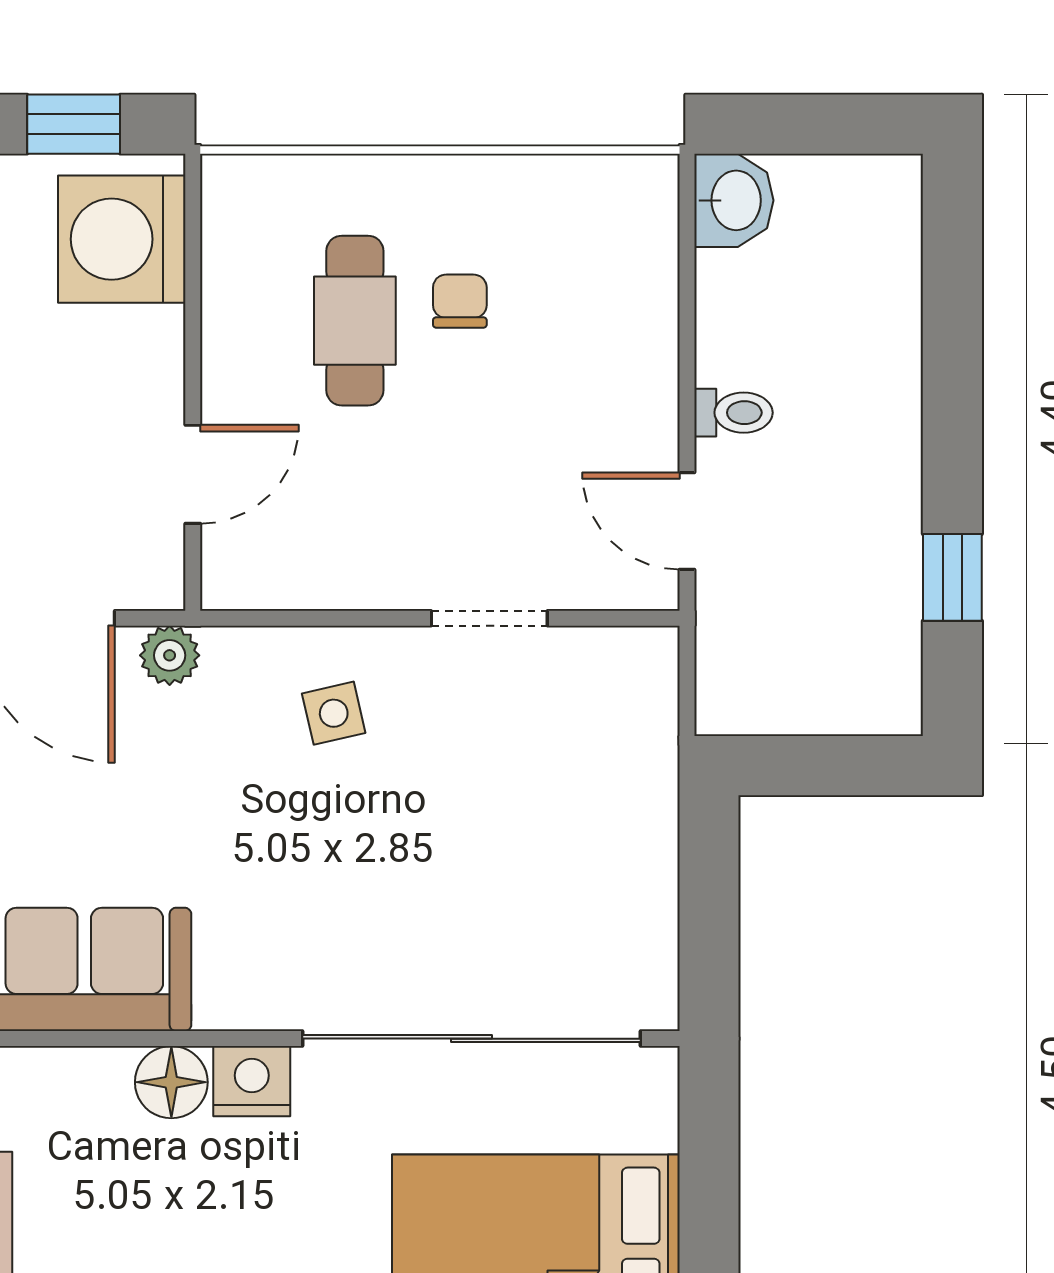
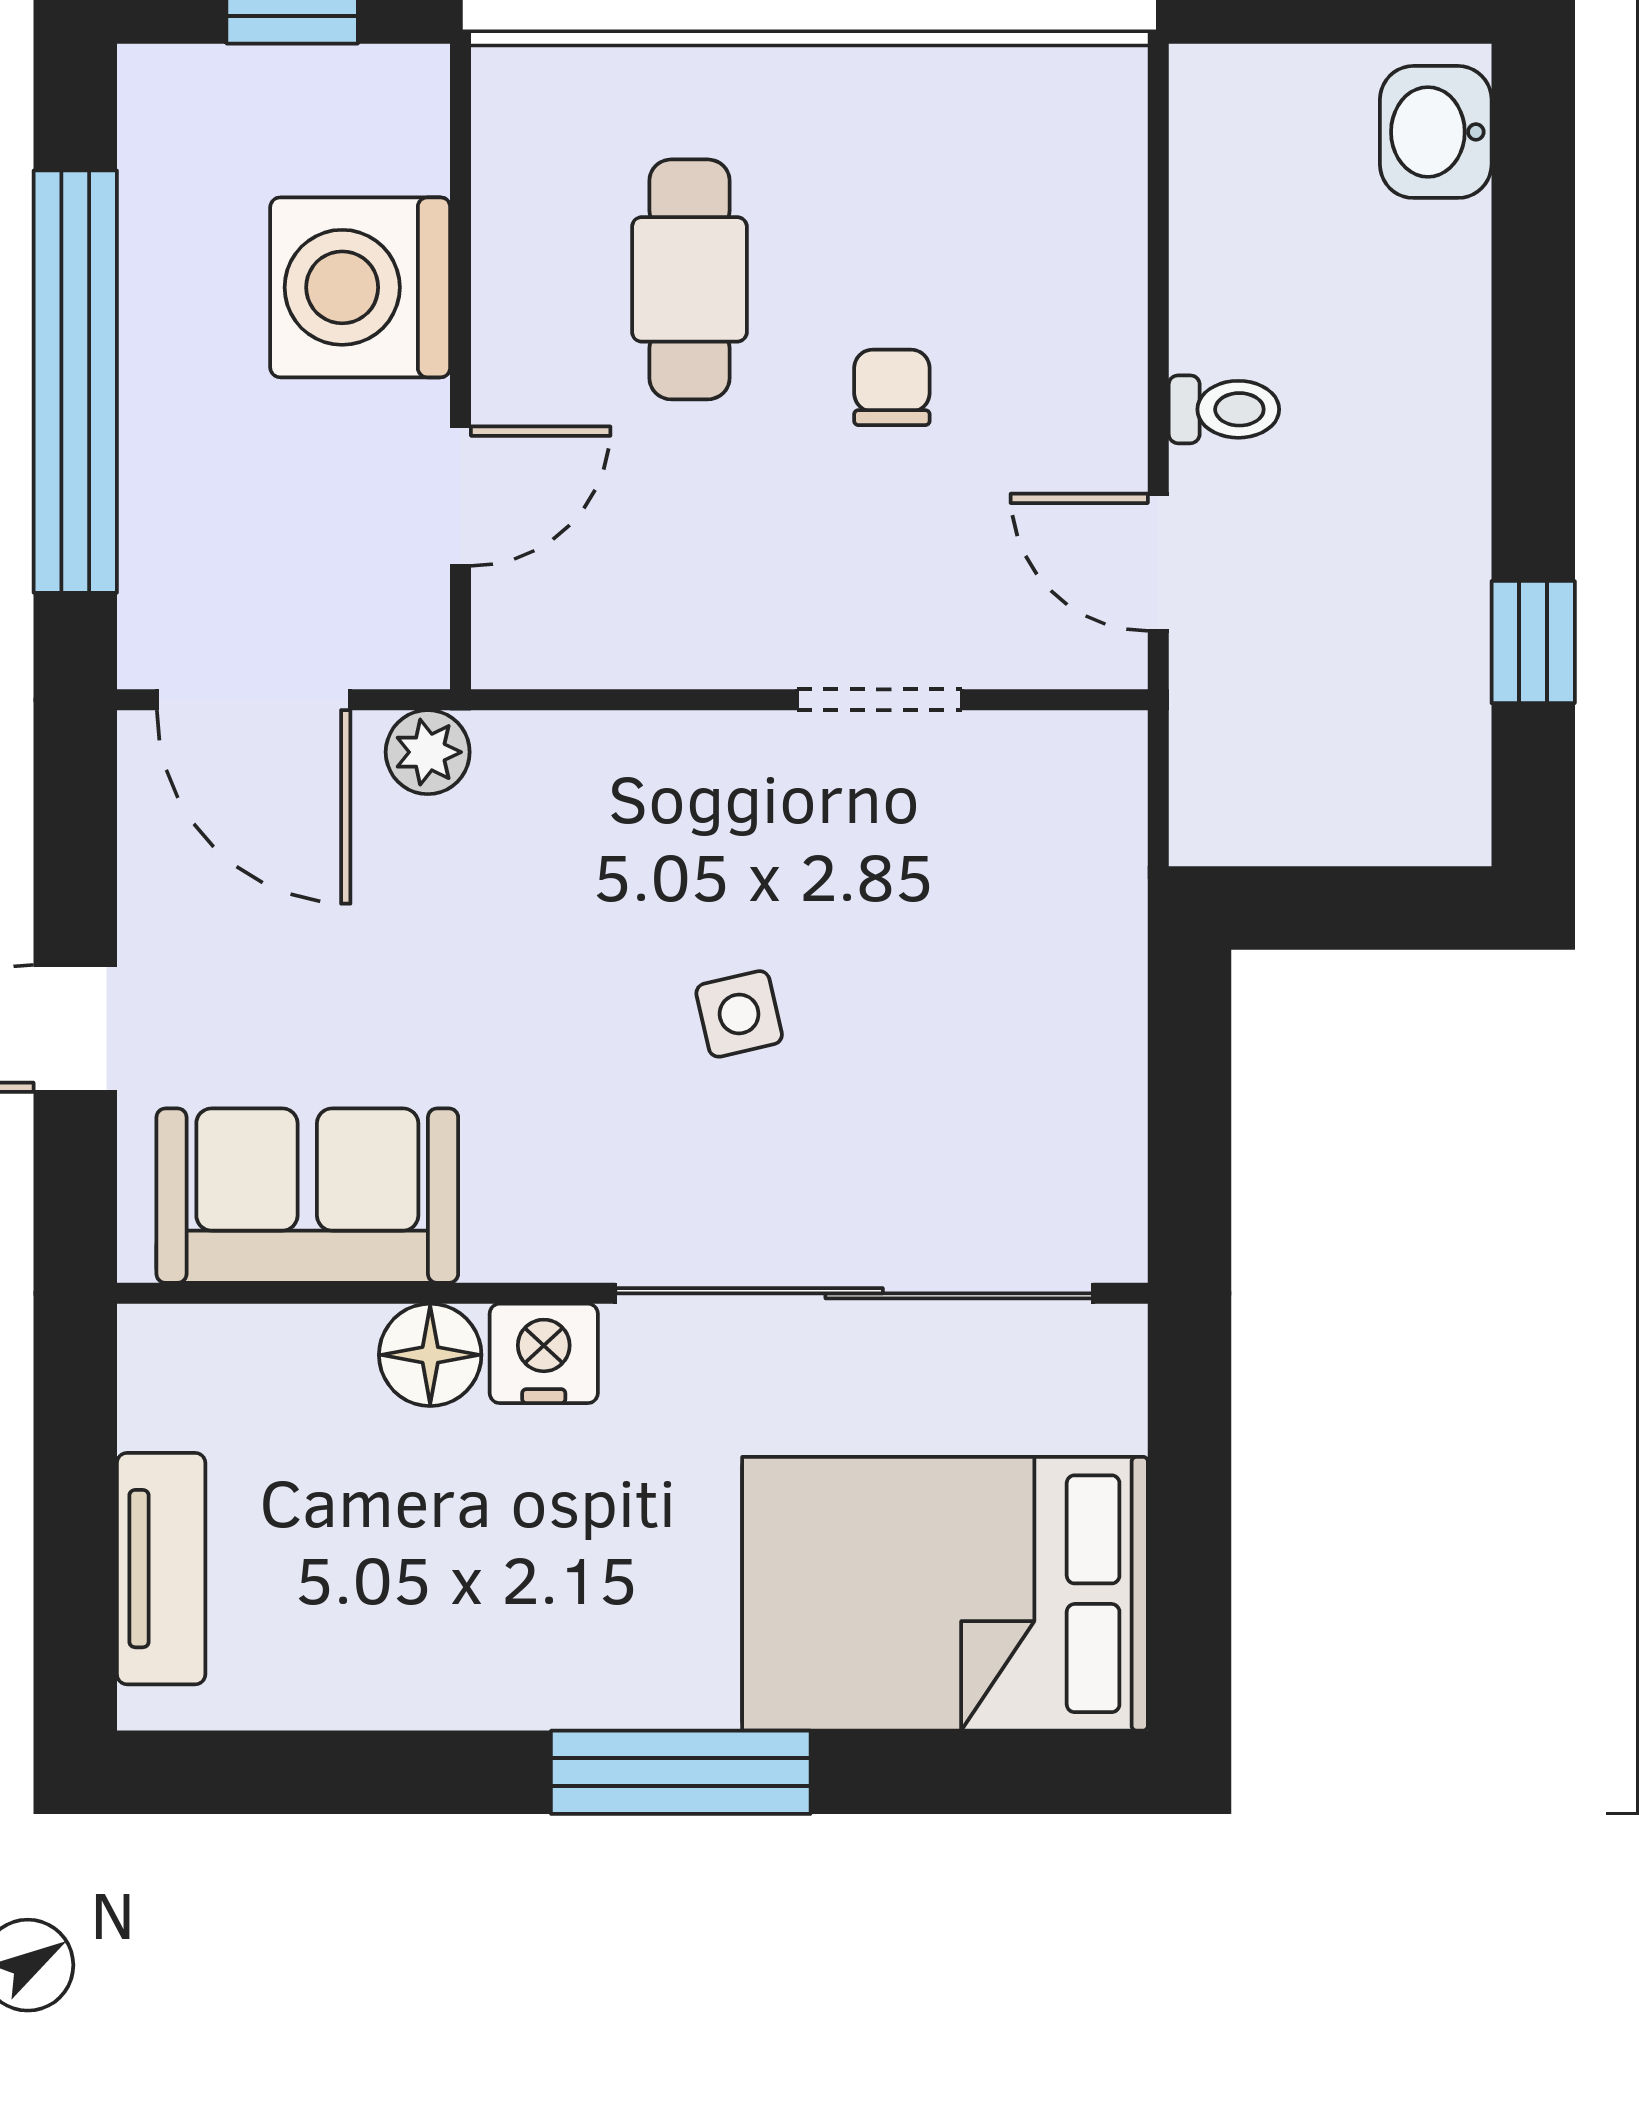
washbasin: (734, 200) -> (1436, 132), moved, turned 180
washing machine: (122, 239) -> (360, 287), moved
chair: (460, 301) -> (892, 387), moved
side table: (334, 713) -> (739, 1014), moved

